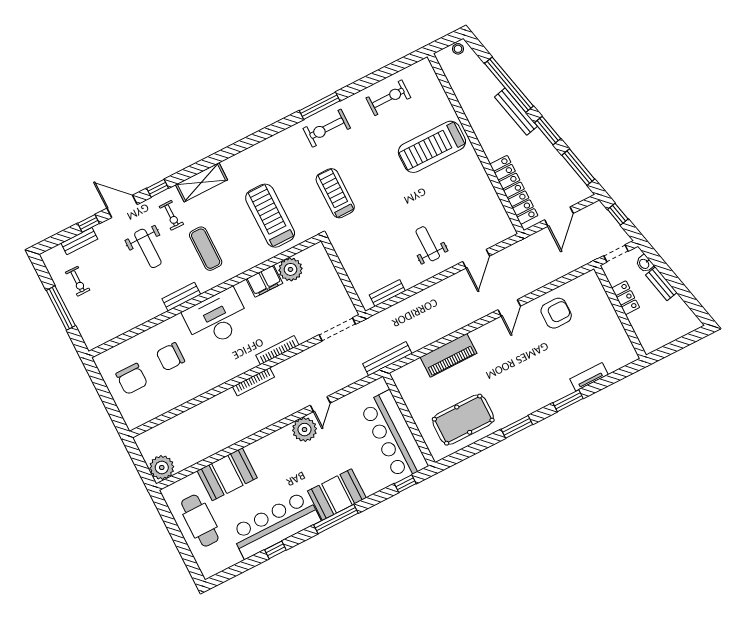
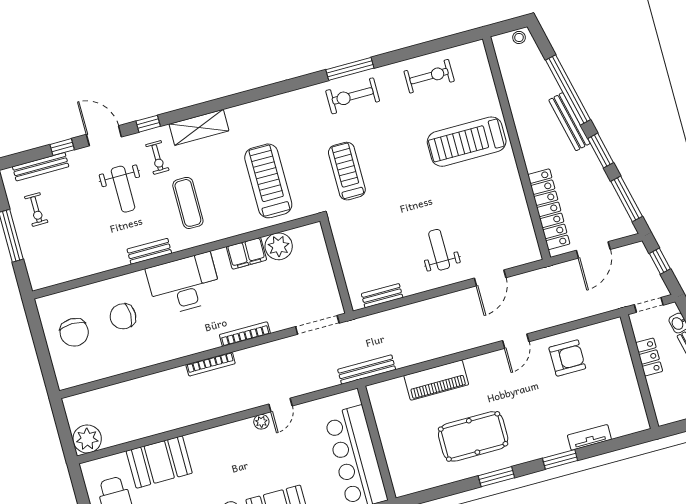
bench: (79, 241) -> (41, 167), width x1.36
pool table: (463, 420) -> (473, 436), moved
plant: (304, 430) -> (261, 422), width x0.53, depth x0.53

